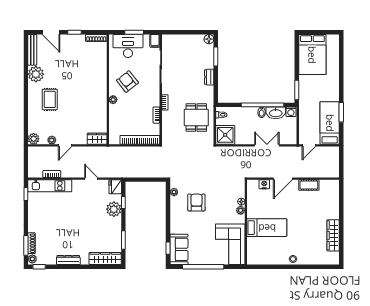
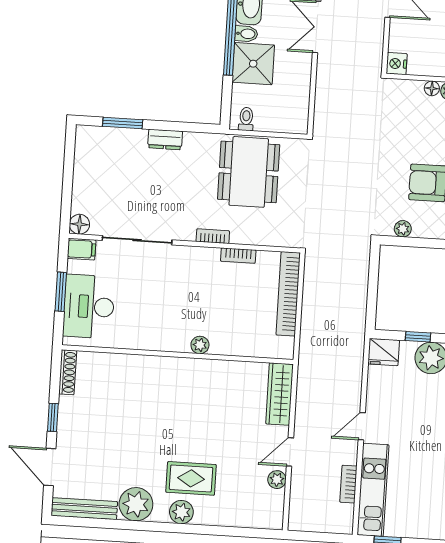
door: (51, 32) -> (50, 467), swing flipped
floor lamp: (209, 39) -> (79, 224), moved
armchair: (127, 82) -> (164, 312), removed
dining table: (196, 118) -> (249, 172), width x1.38
shower: (225, 135) -> (253, 64), moved
plant: (34, 139) -> (181, 512), moved
wardrobe: (97, 139) -> (279, 394), width x1.50
door: (65, 145) -> (290, 452), swing flipped
door: (91, 179) -> (362, 426), moved
nightstand: (264, 184) -> (397, 64), moved

